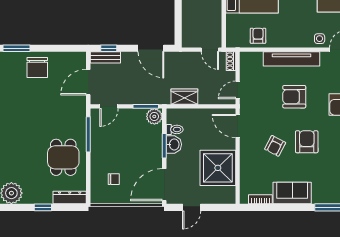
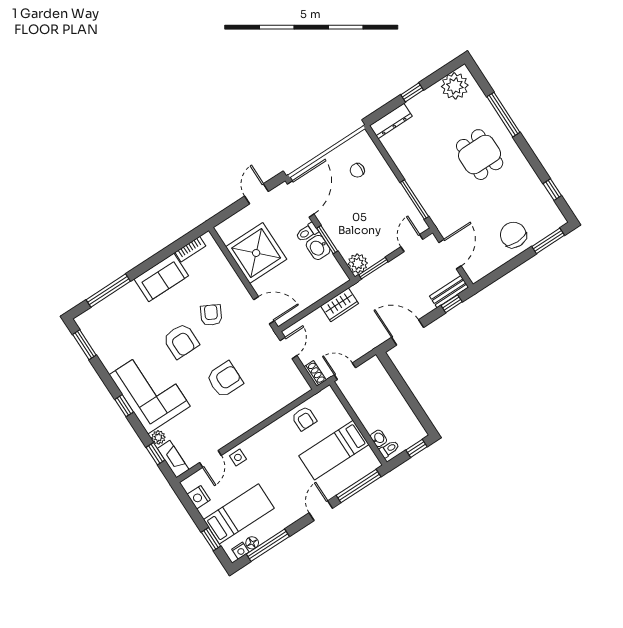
tv unit: (292, 59) -> (253, 417), removed
toilet: (175, 129) -> (307, 232), moved
dining table: (63, 157) -> (480, 155), moved

